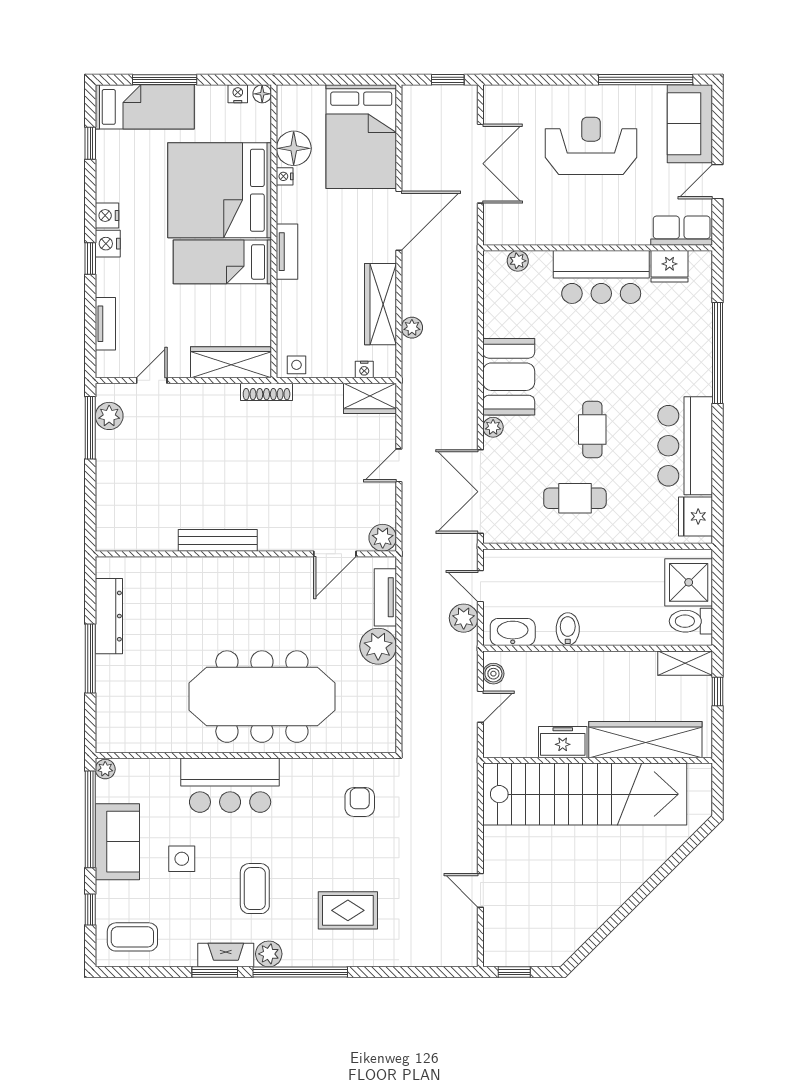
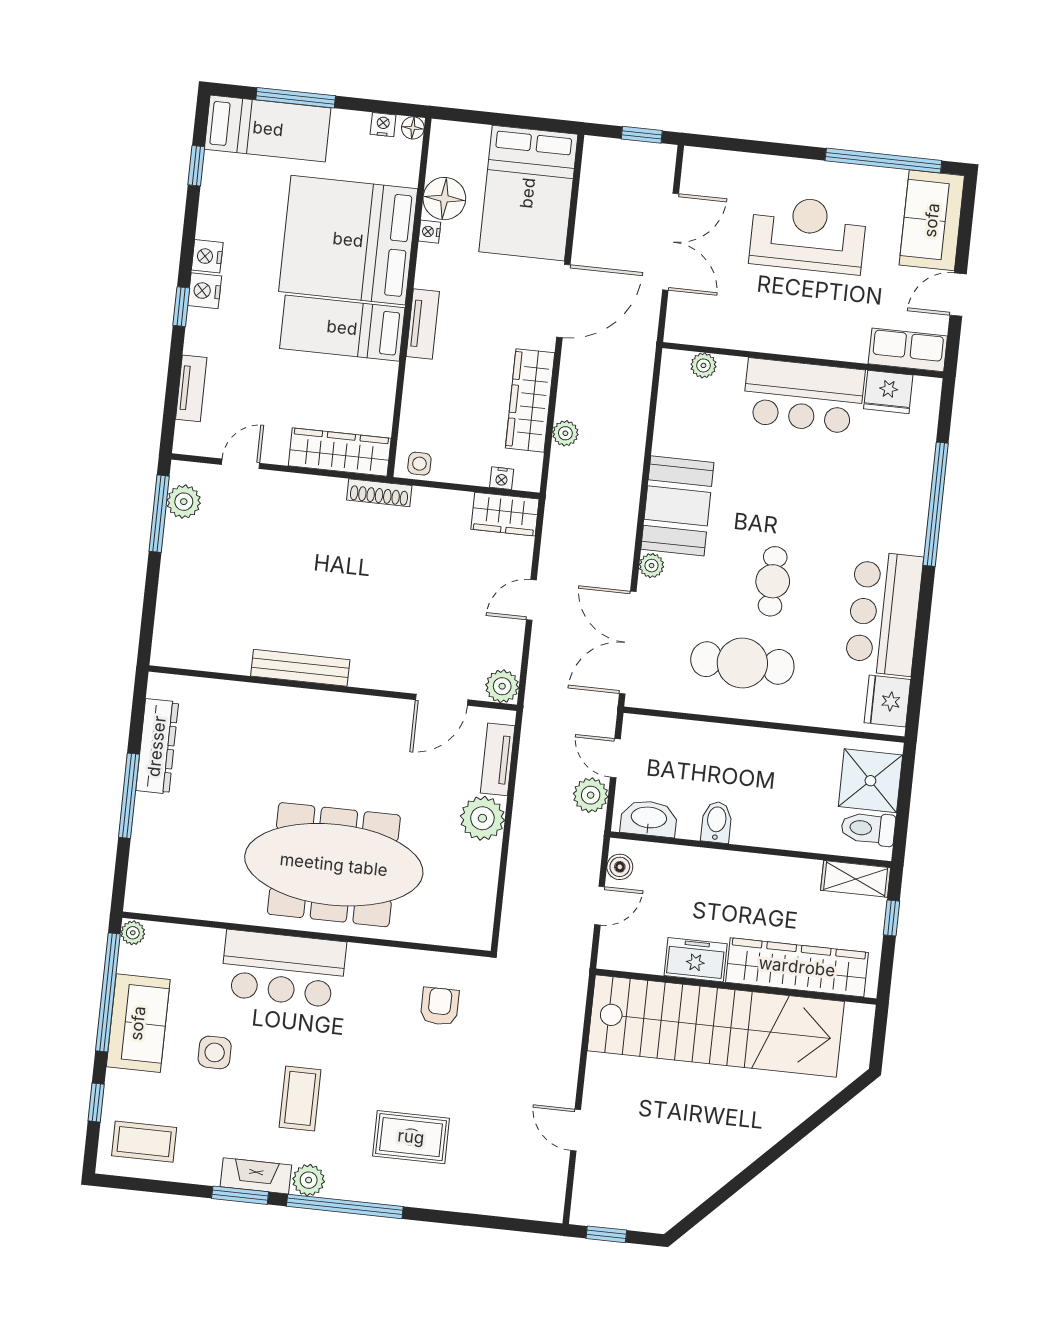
cafe table: (575, 498) -> (742, 663), width x1.37, depth x1.35

